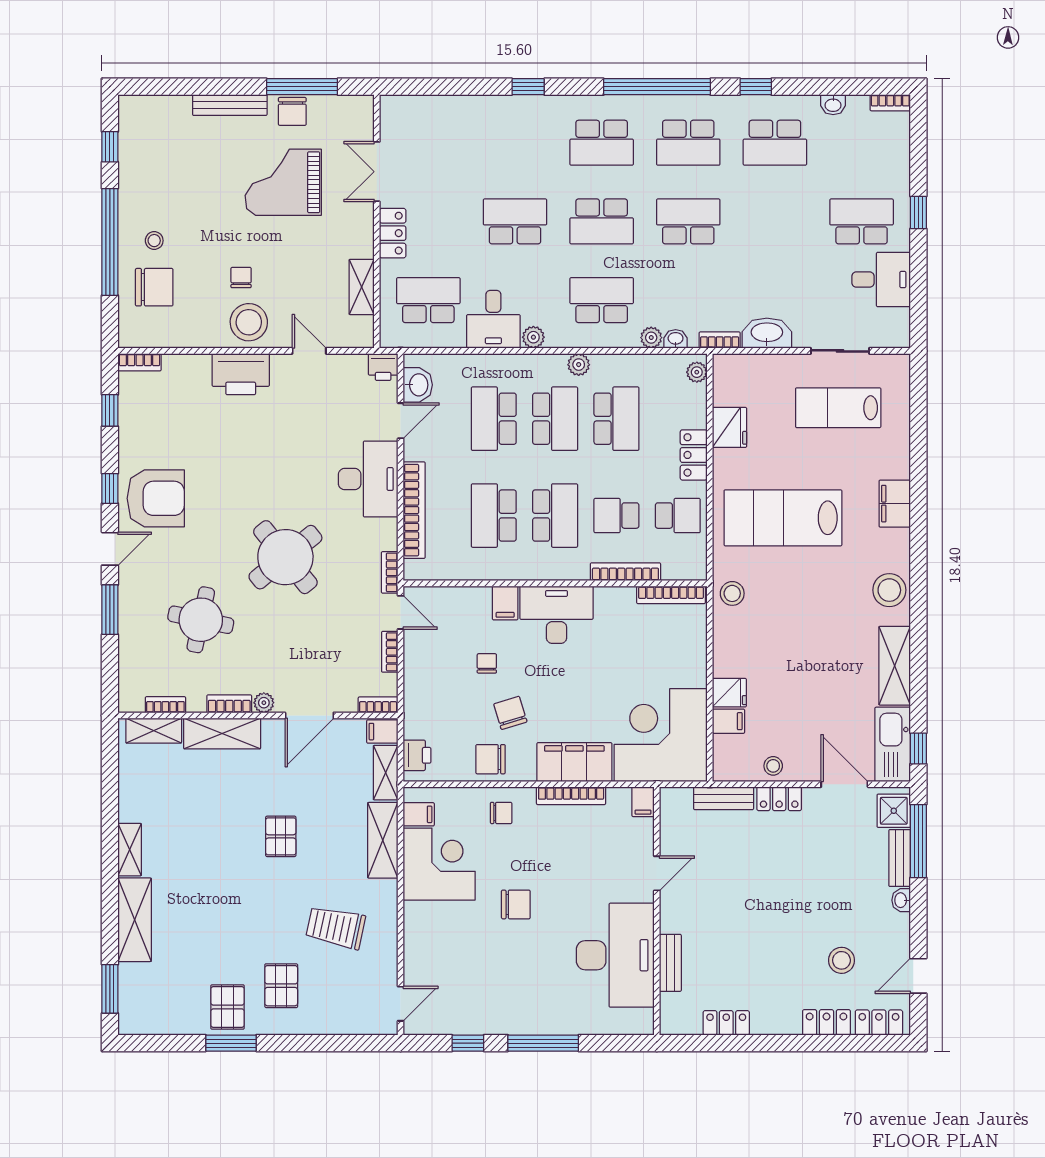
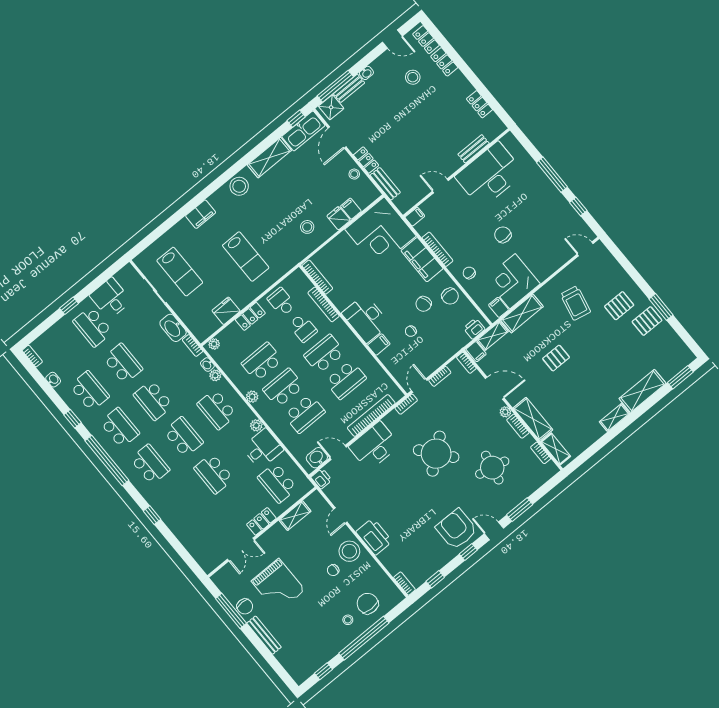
chair: (292, 111) -> (245, 606), turned 90
school desk: (775, 221) -> (123, 363), added
lab bench: (783, 518) -> (246, 257), width x0.73, depth x0.72
stool: (732, 593) -> (307, 227), moved

